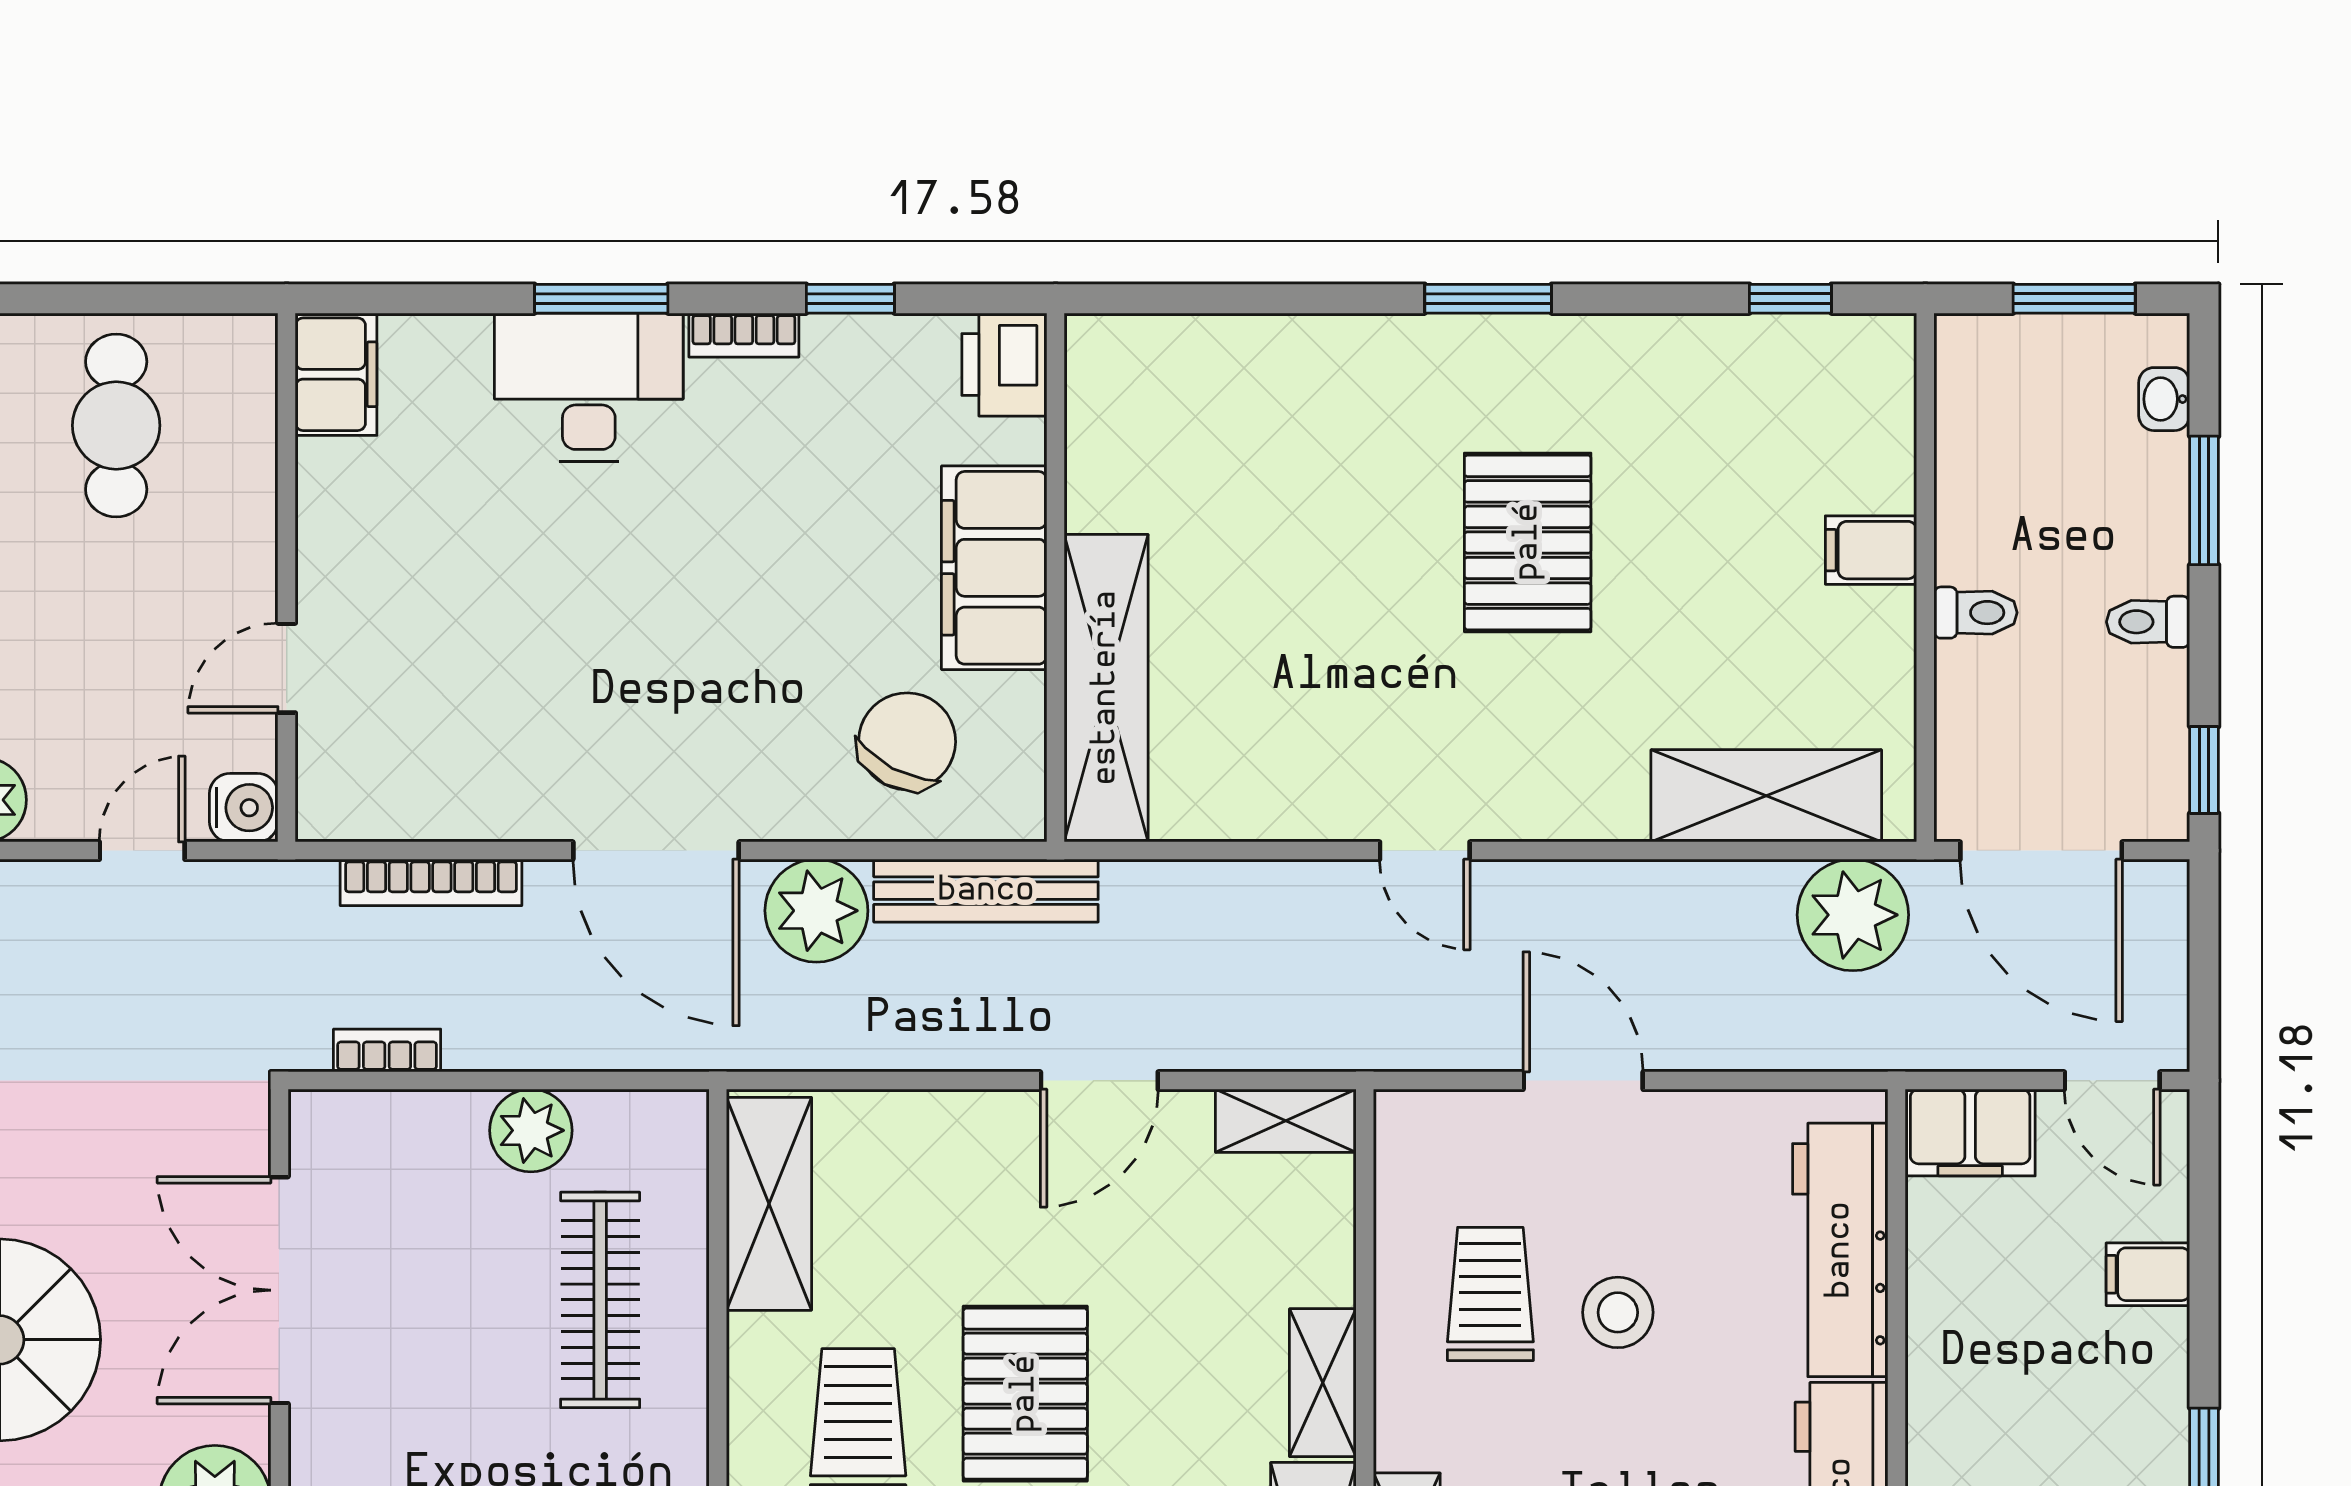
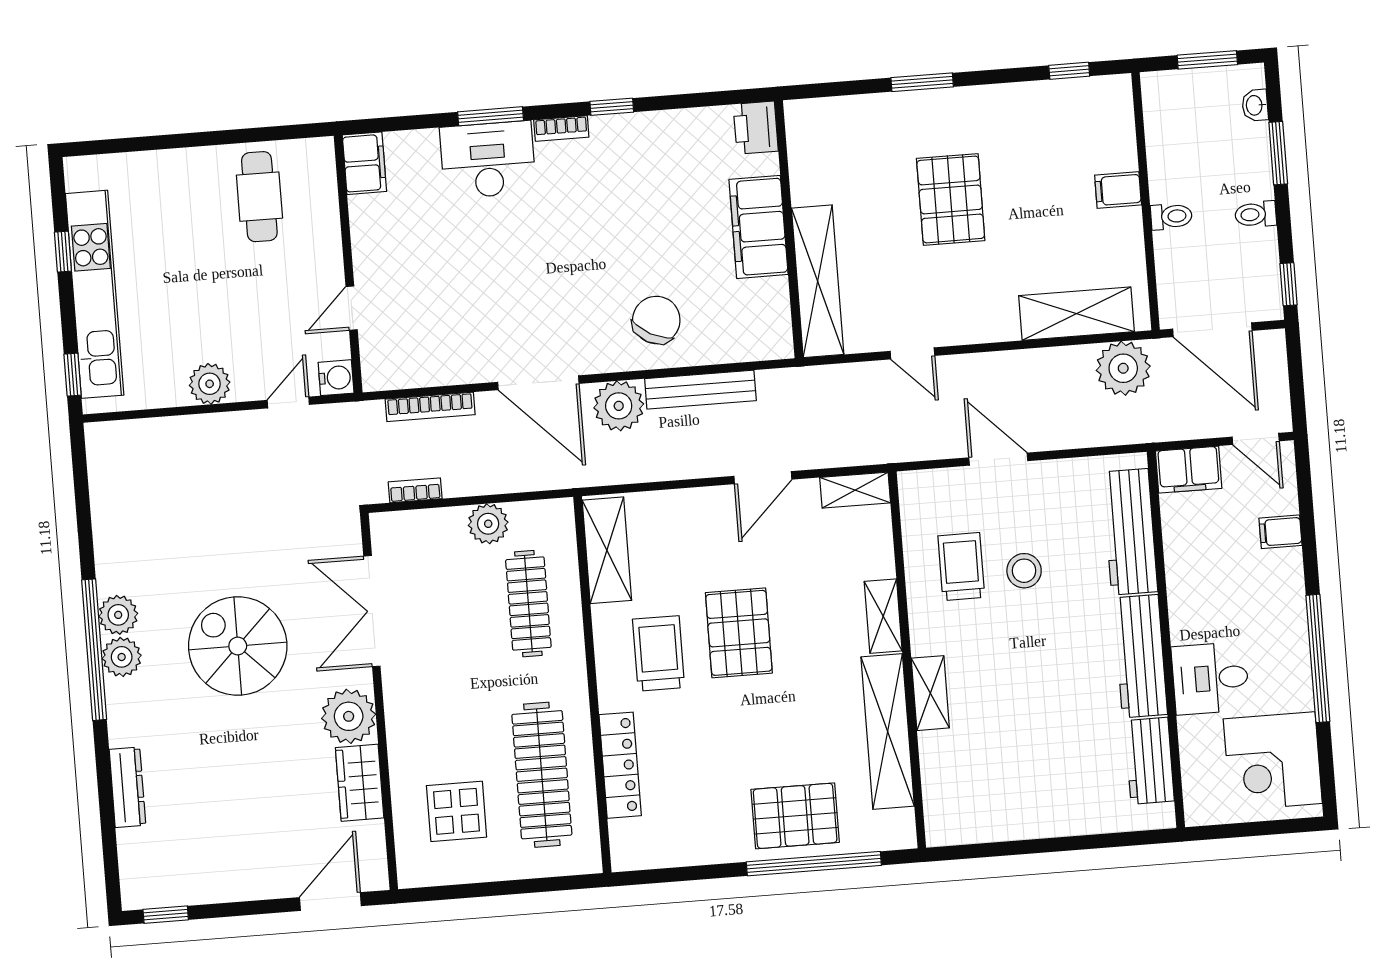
printer: (1004, 365) -> (756, 128), moved
filing cabinet: (994, 568) -> (759, 227), moved
wall: (1056, 577) -> (789, 229), moved
shelving: (1106, 688) -> (818, 281), moved

